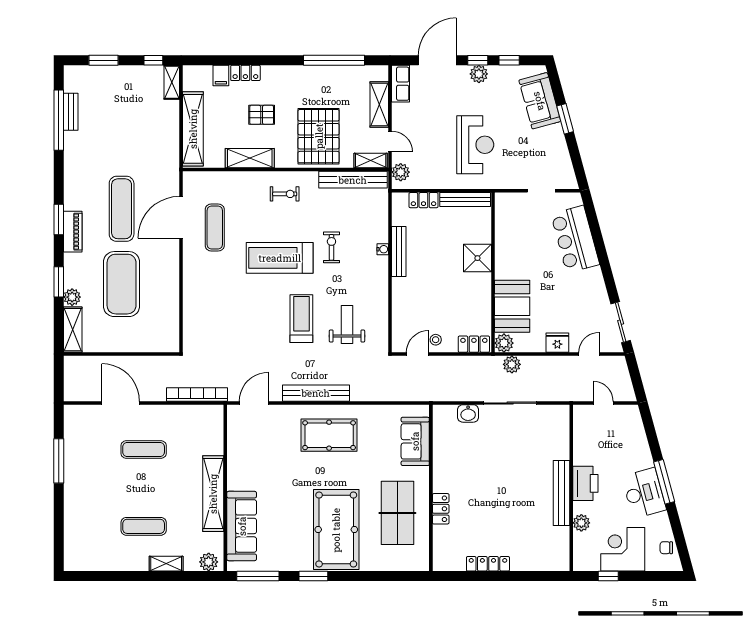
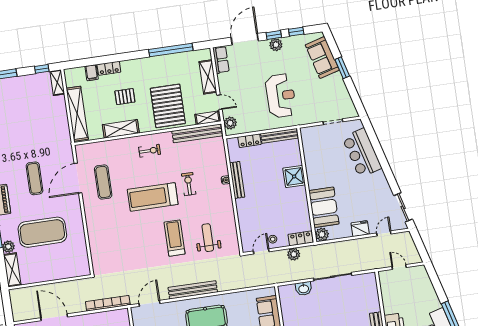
exercise mat: (122, 209) -> (35, 178), width x0.73, depth x0.69
exercise mat: (122, 284) -> (42, 232), turned 90
plant: (512, 364) -> (294, 254), moved

